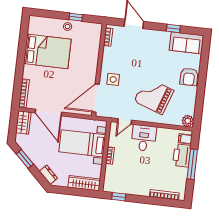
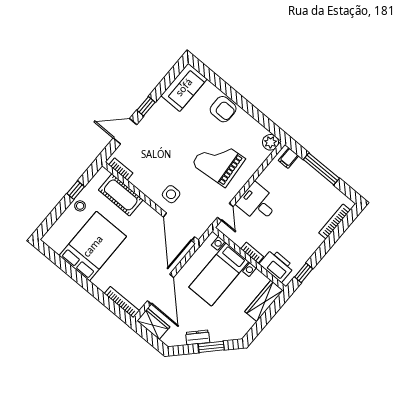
window: (173, 28) -> (146, 106), moved
cot: (92, 48) -> (121, 195), added
grand piano: (154, 96) -> (218, 161), turned 66
door: (48, 112) -> (161, 289), hinge flipped
printer: (182, 155) -> (277, 265), moved, turned 180
window: (25, 159) -> (211, 347), moved
dresser: (48, 175) -> (198, 337), moved

